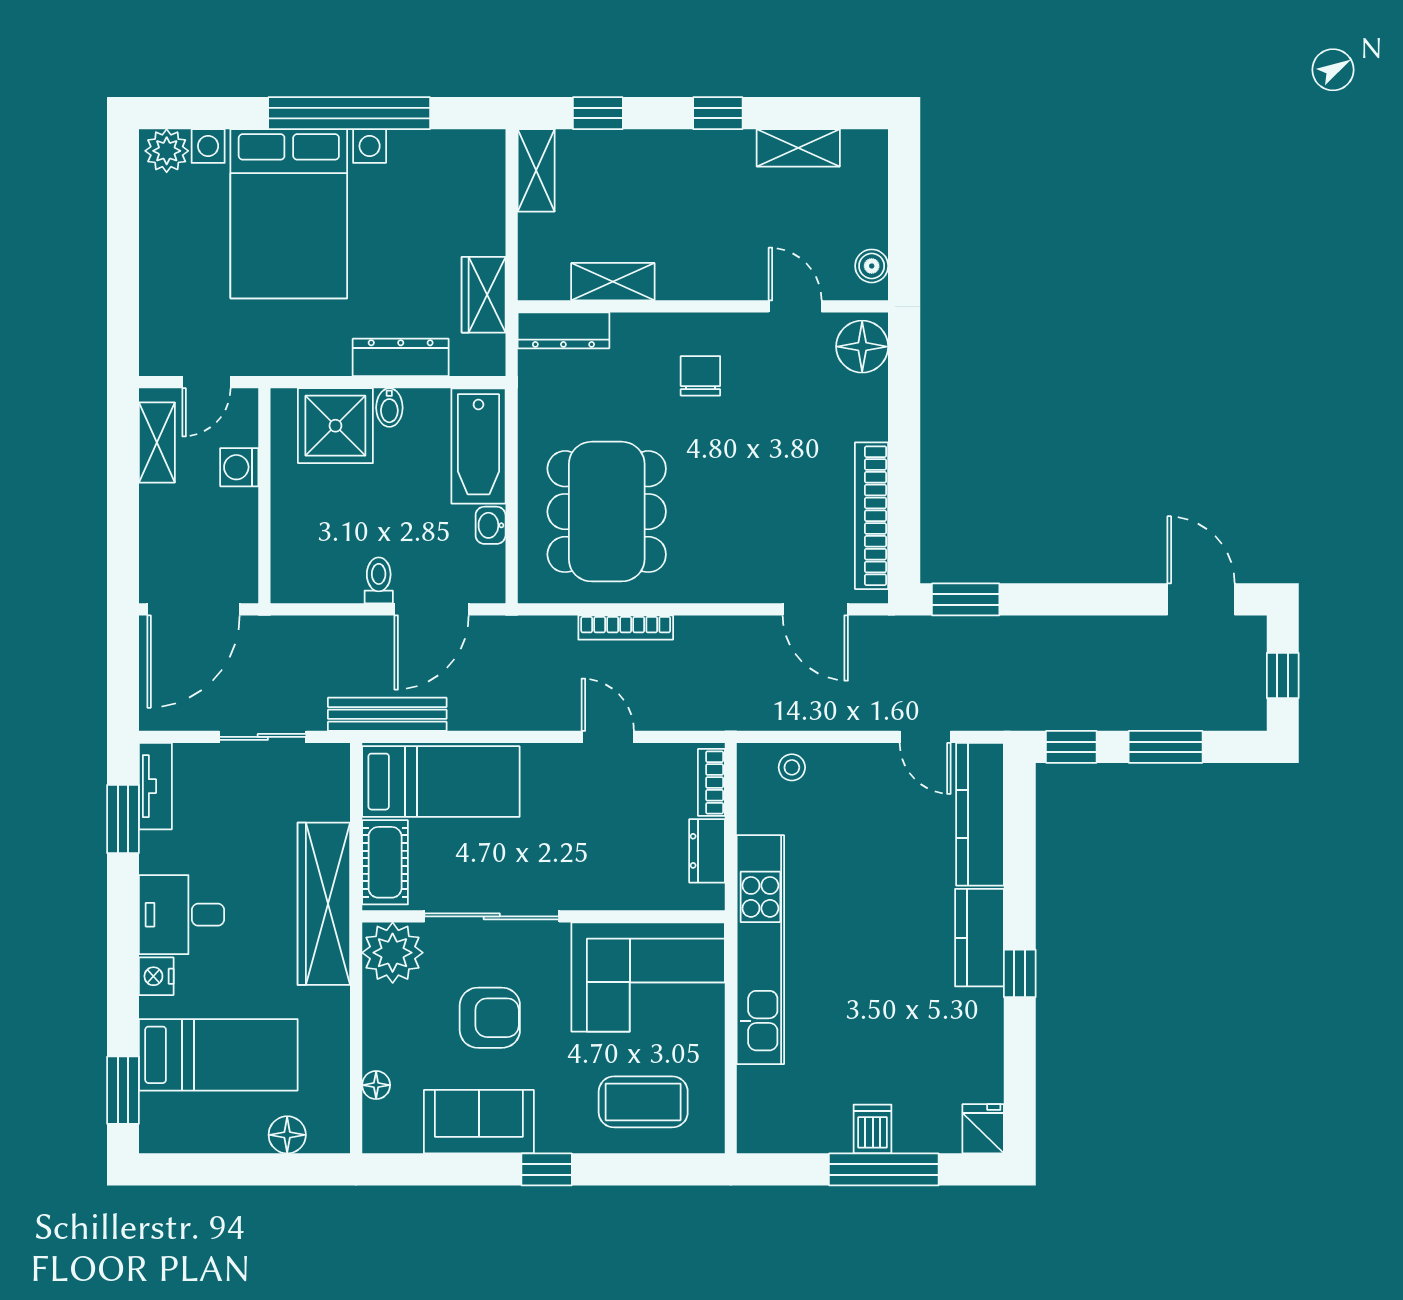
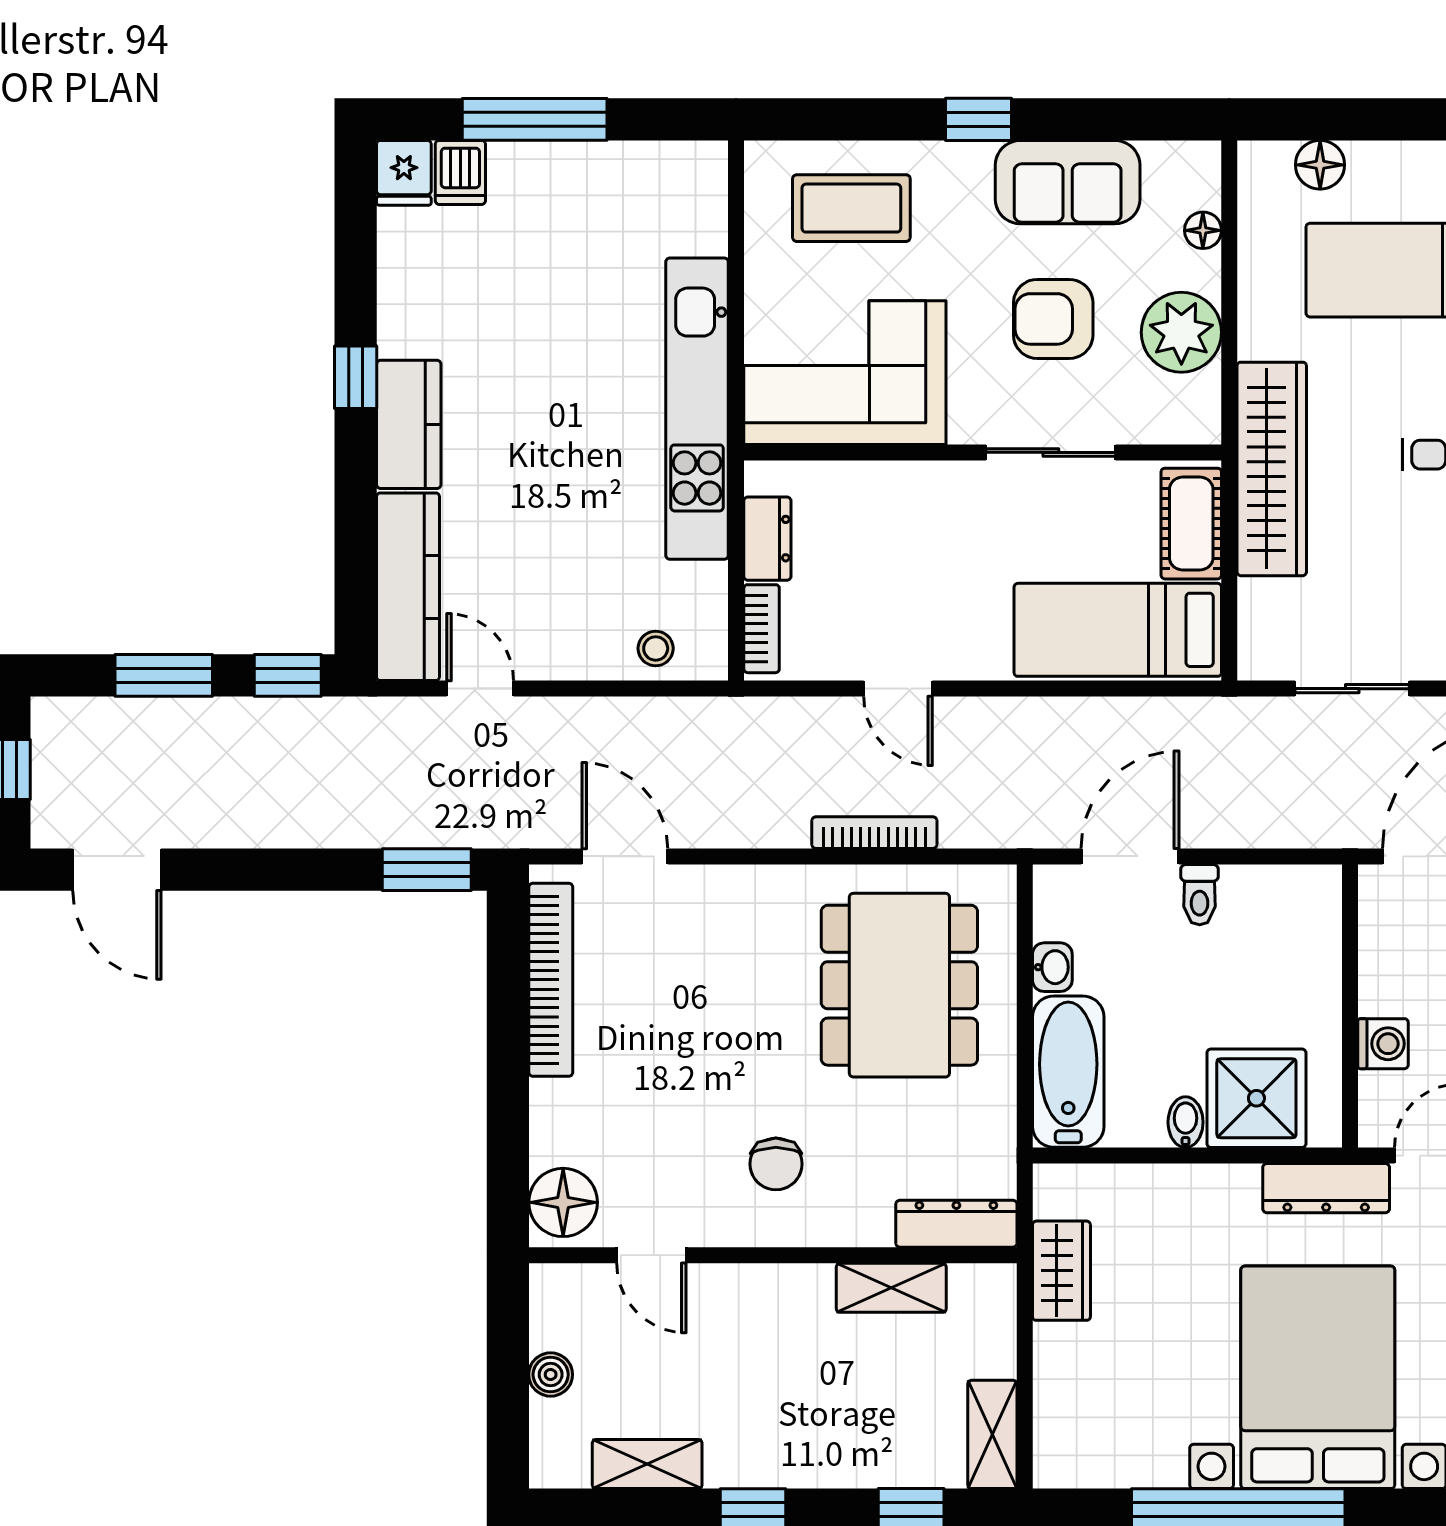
boiler: (872, 266) -> (551, 1375), moved
dresser: (401, 357) -> (1326, 1188), moved
bench: (387, 714) -> (1188, 718), removed
sliding door: (492, 916) -> (1051, 452), width x0.73
plant: (393, 953) -> (1181, 332), moved
dishwasher: (873, 1129) -> (460, 172), moved

